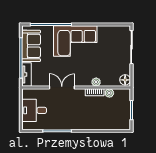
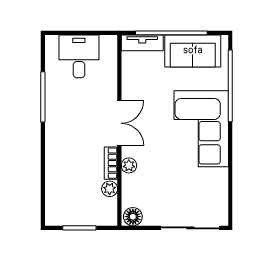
double door: (62, 87) -> (119, 123), moved

